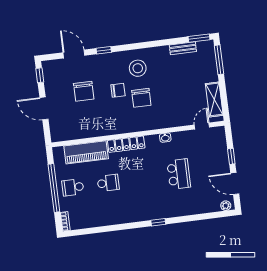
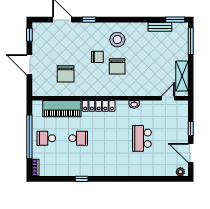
chair: (84, 91) -> (66, 74), moved
school desk: (179, 174) -> (142, 138), turned 180
window: (158, 222) -> (82, 179), moved

